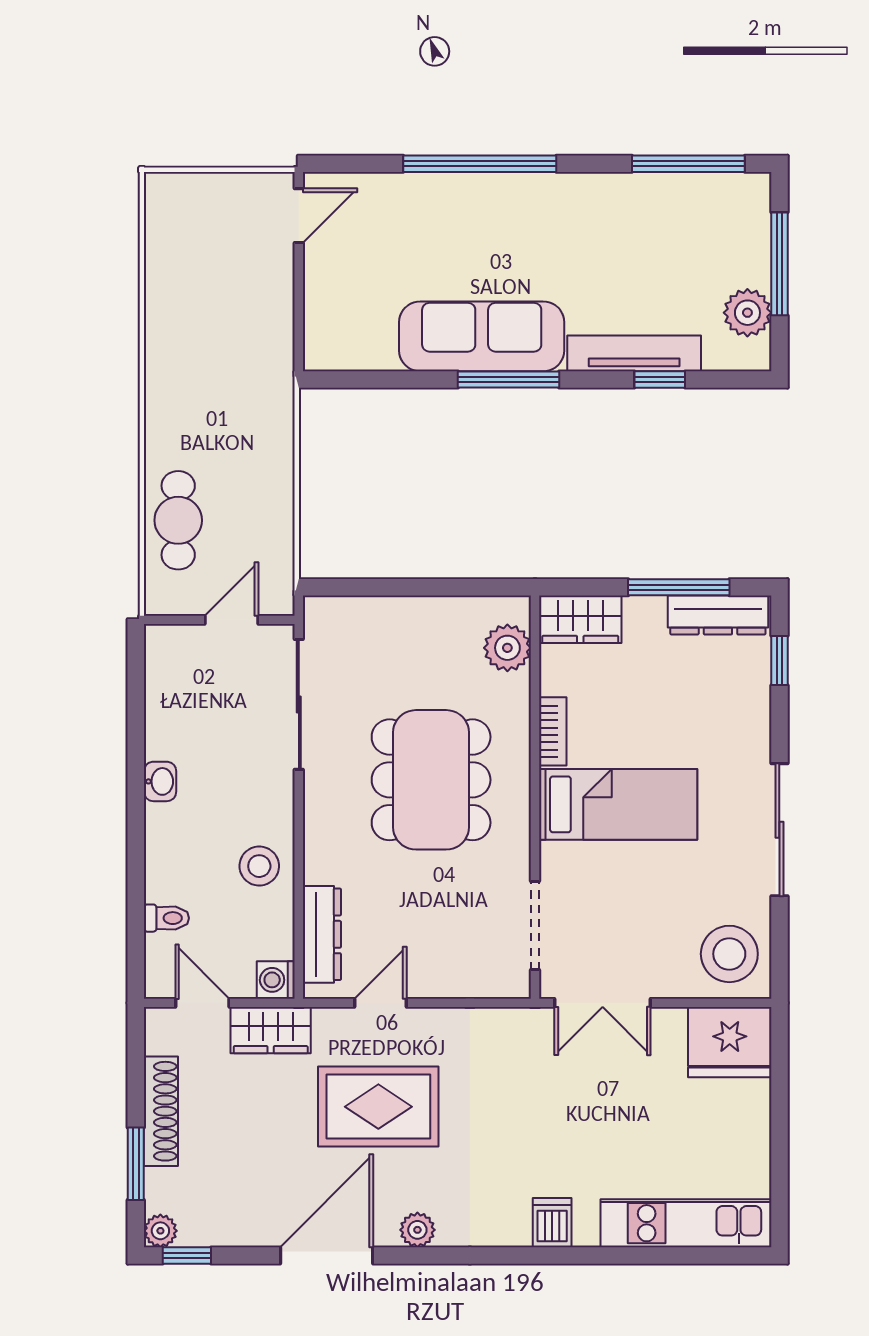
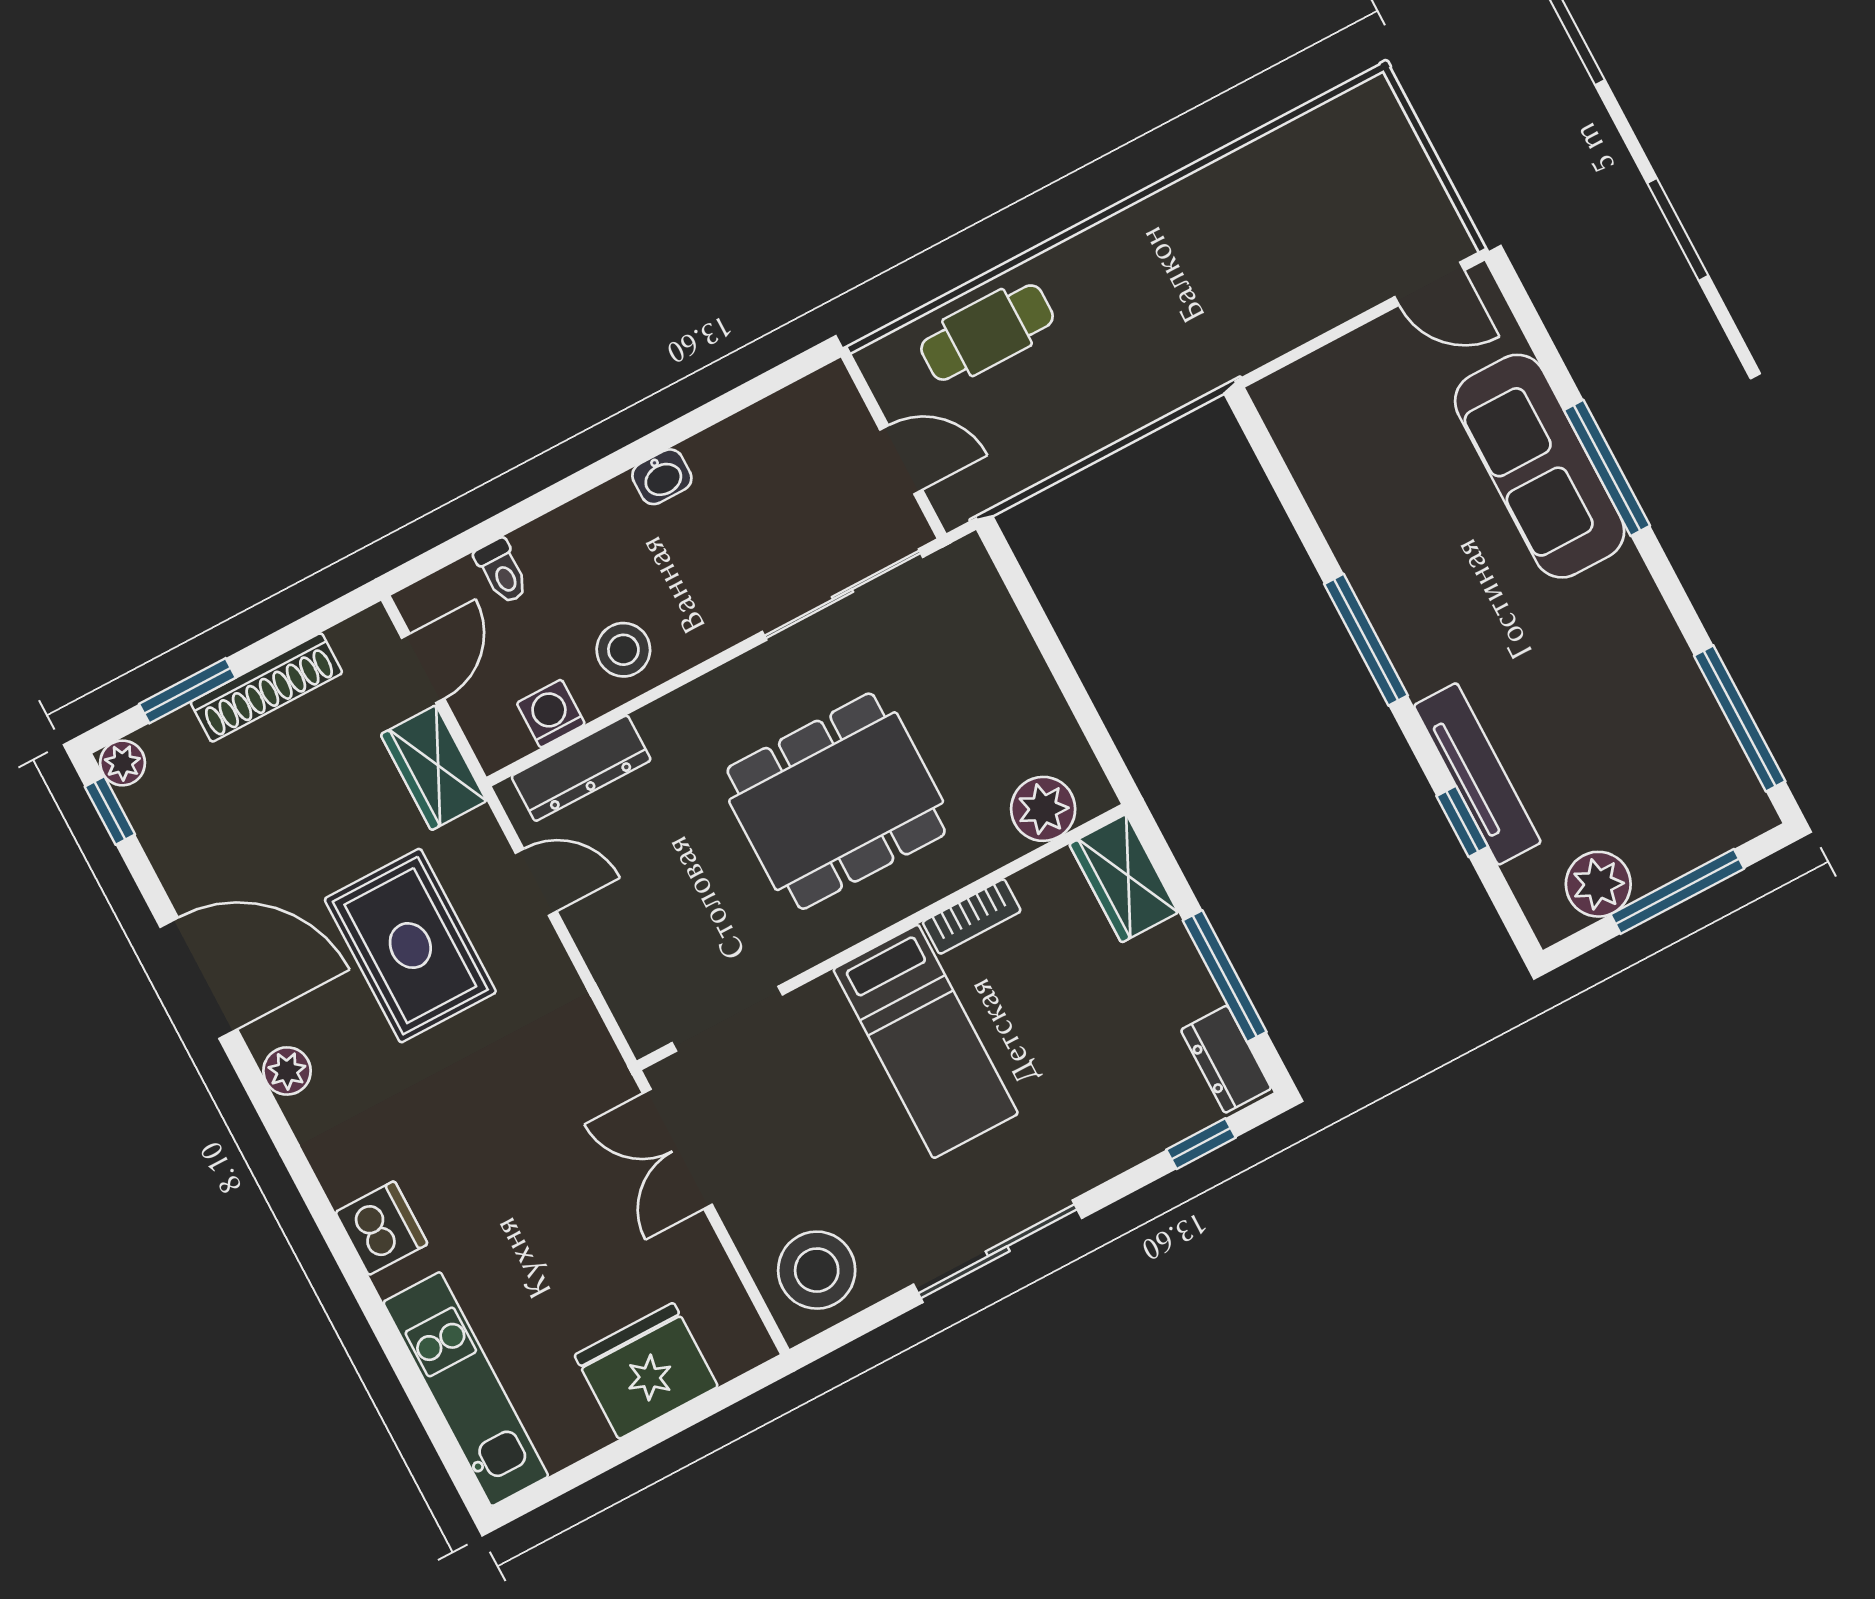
window: (480, 164) -> (1607, 468), width x0.68
sofa: (482, 336) -> (1540, 466), moved, turned 180
dresser: (718, 615) -> (1226, 1059), width x0.70
washing machine: (276, 980) -> (551, 714), moved
fridge: (730, 1042) -> (646, 1371), moved, turned 90
dishwasher: (552, 1223) -> (382, 1228), width x1.38

